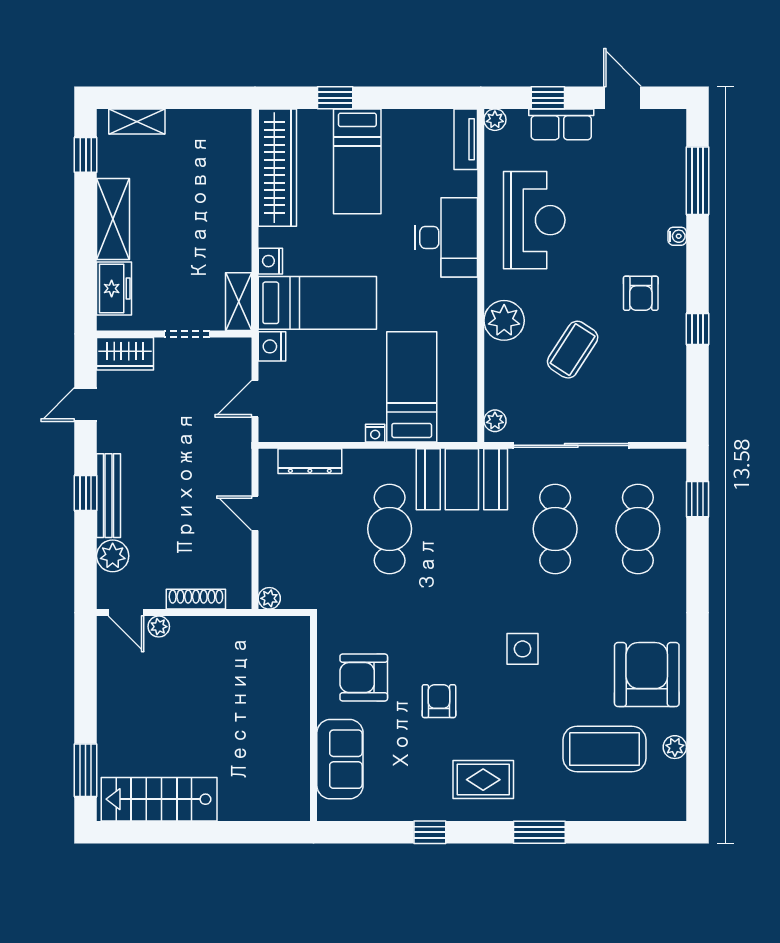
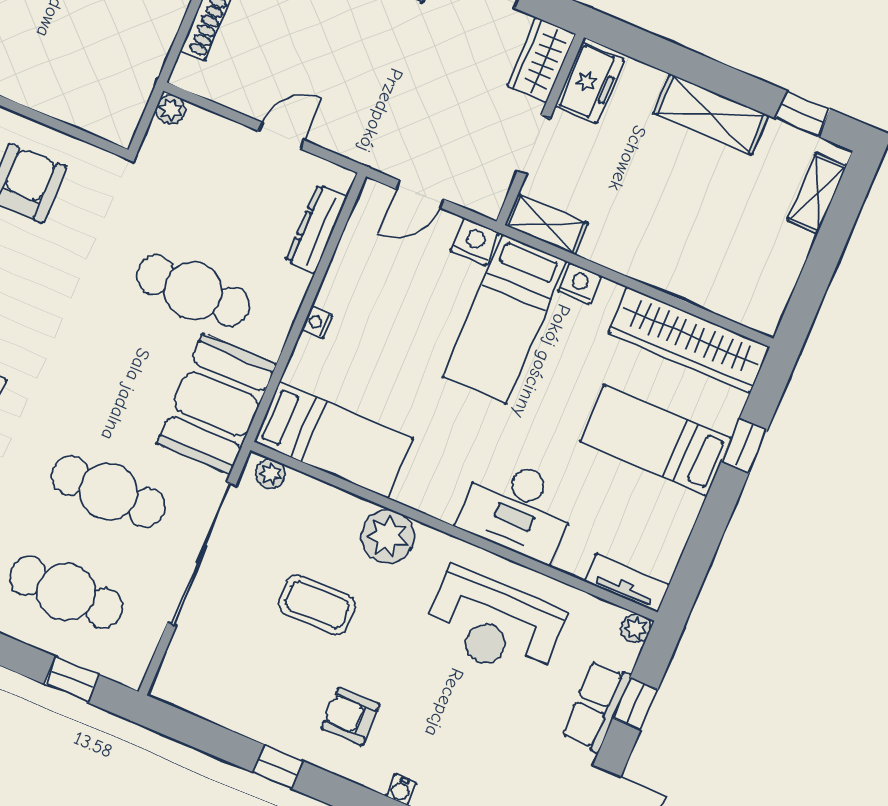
freezer: (114, 288) -> (589, 83), moved, turned -90
coffee table: (573, 350) -> (317, 605), turned -33
bed: (412, 387) -> (333, 440), moved
door: (255, 399) -> (420, 194), swing flipped

